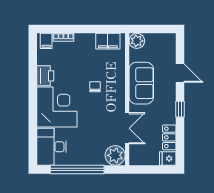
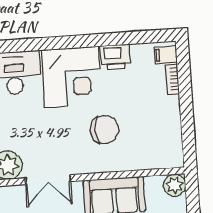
filing cabinet: (108, 41) -> (171, 144), removed
chair: (95, 87) -> (104, 130), width x1.87, depth x1.87

